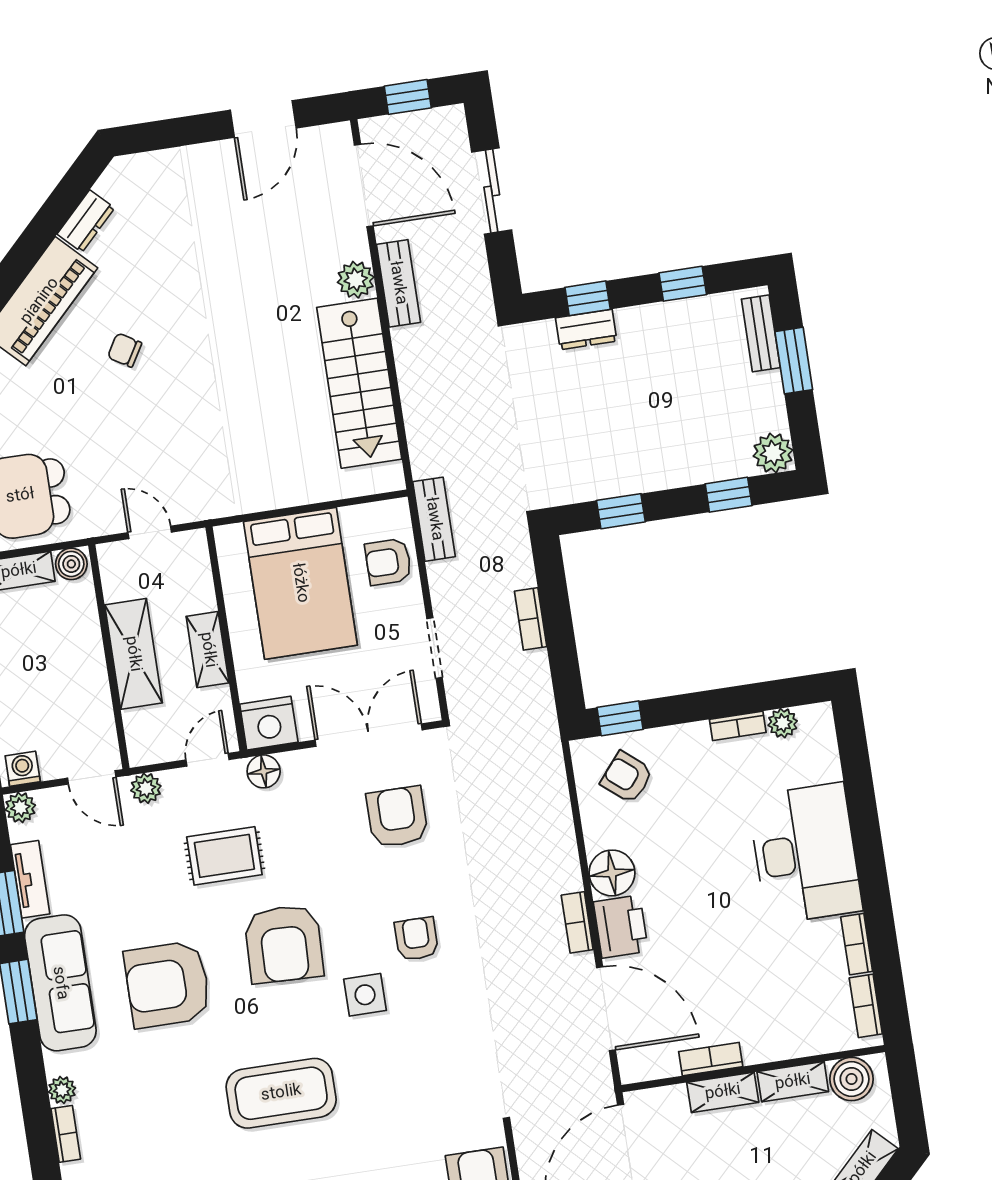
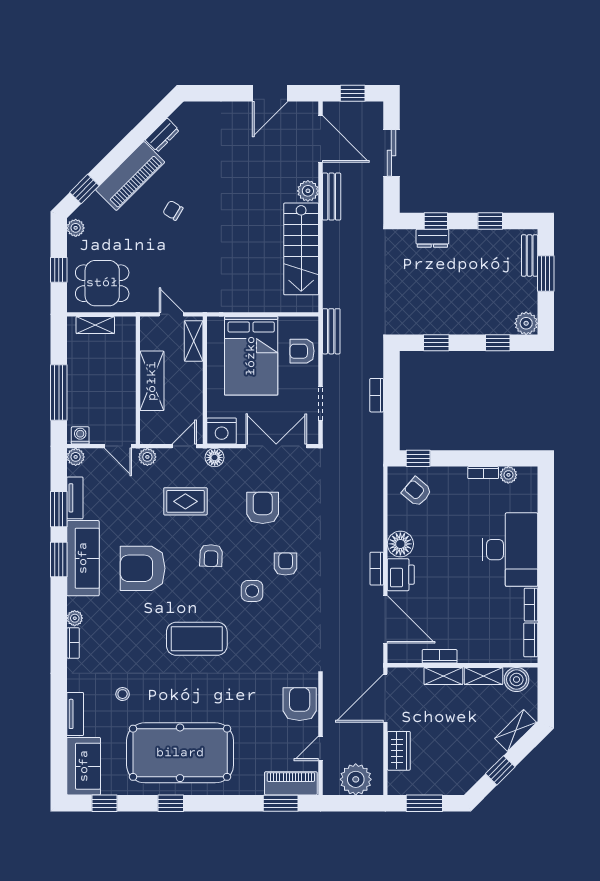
boiler: (71, 564) -> (125, 325), removed
shelving: (208, 650) -> (194, 341), moved
armchair: (397, 817) -> (263, 508), moved
armchair: (284, 944) -> (211, 556), width x0.53, depth x0.53

